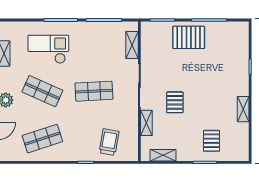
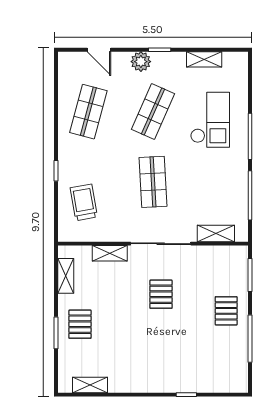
pallet: (189, 37) -> (226, 311), width x0.67, depth x0.71
pallet: (175, 102) -> (161, 294), moved, turned 90
shelving: (243, 109) -> (90, 385), moved
shop shelf: (42, 139) -> (88, 112), turned 33
pallet: (211, 141) -> (80, 324), moved, turned 90
trolley: (109, 142) -> (84, 202), turned -110

